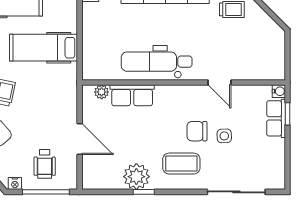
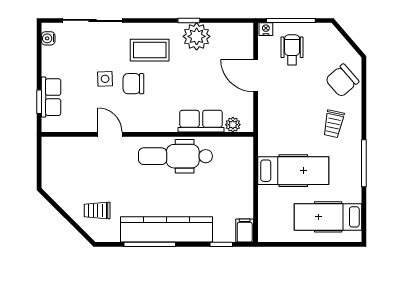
dental chair: (157, 62) -> (175, 156), turned 180
water cooler: (279, 91) -> (48, 38), moved
chair: (197, 131) -> (133, 84), turned 180
nightstand: (15, 184) -> (266, 29), moved

